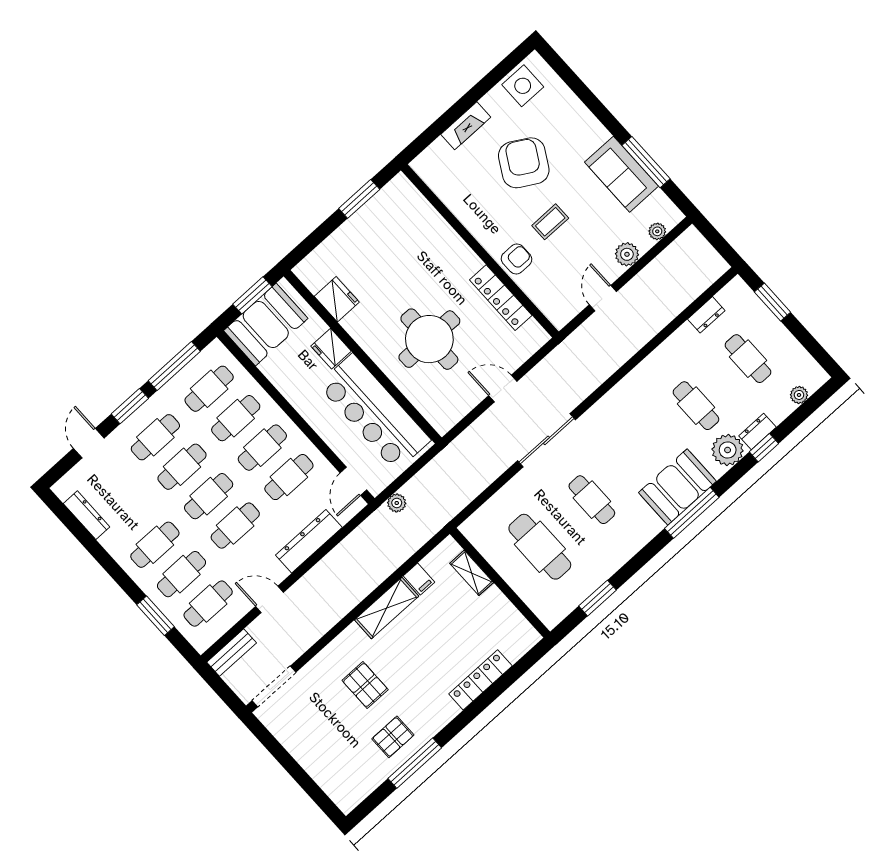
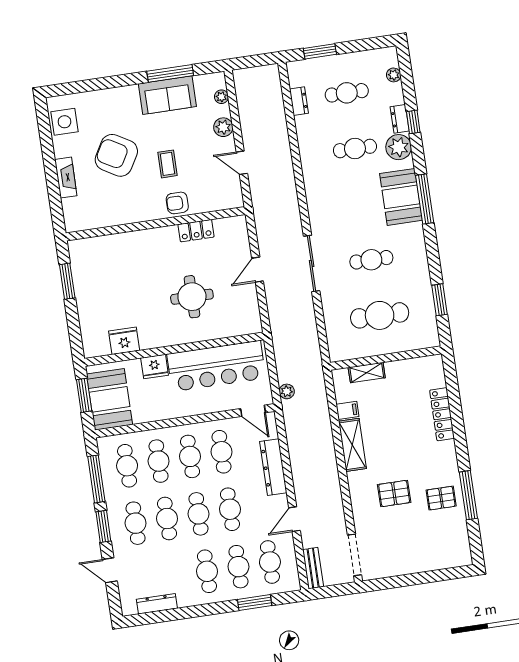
armchair: (517, 259) -> (177, 203), turned -90
locker: (501, 298) -> (196, 231), width x0.66
round table: (429, 339) -> (192, 297), width x0.73, depth x0.73
pallet: (393, 737) -> (441, 498), turned 90

